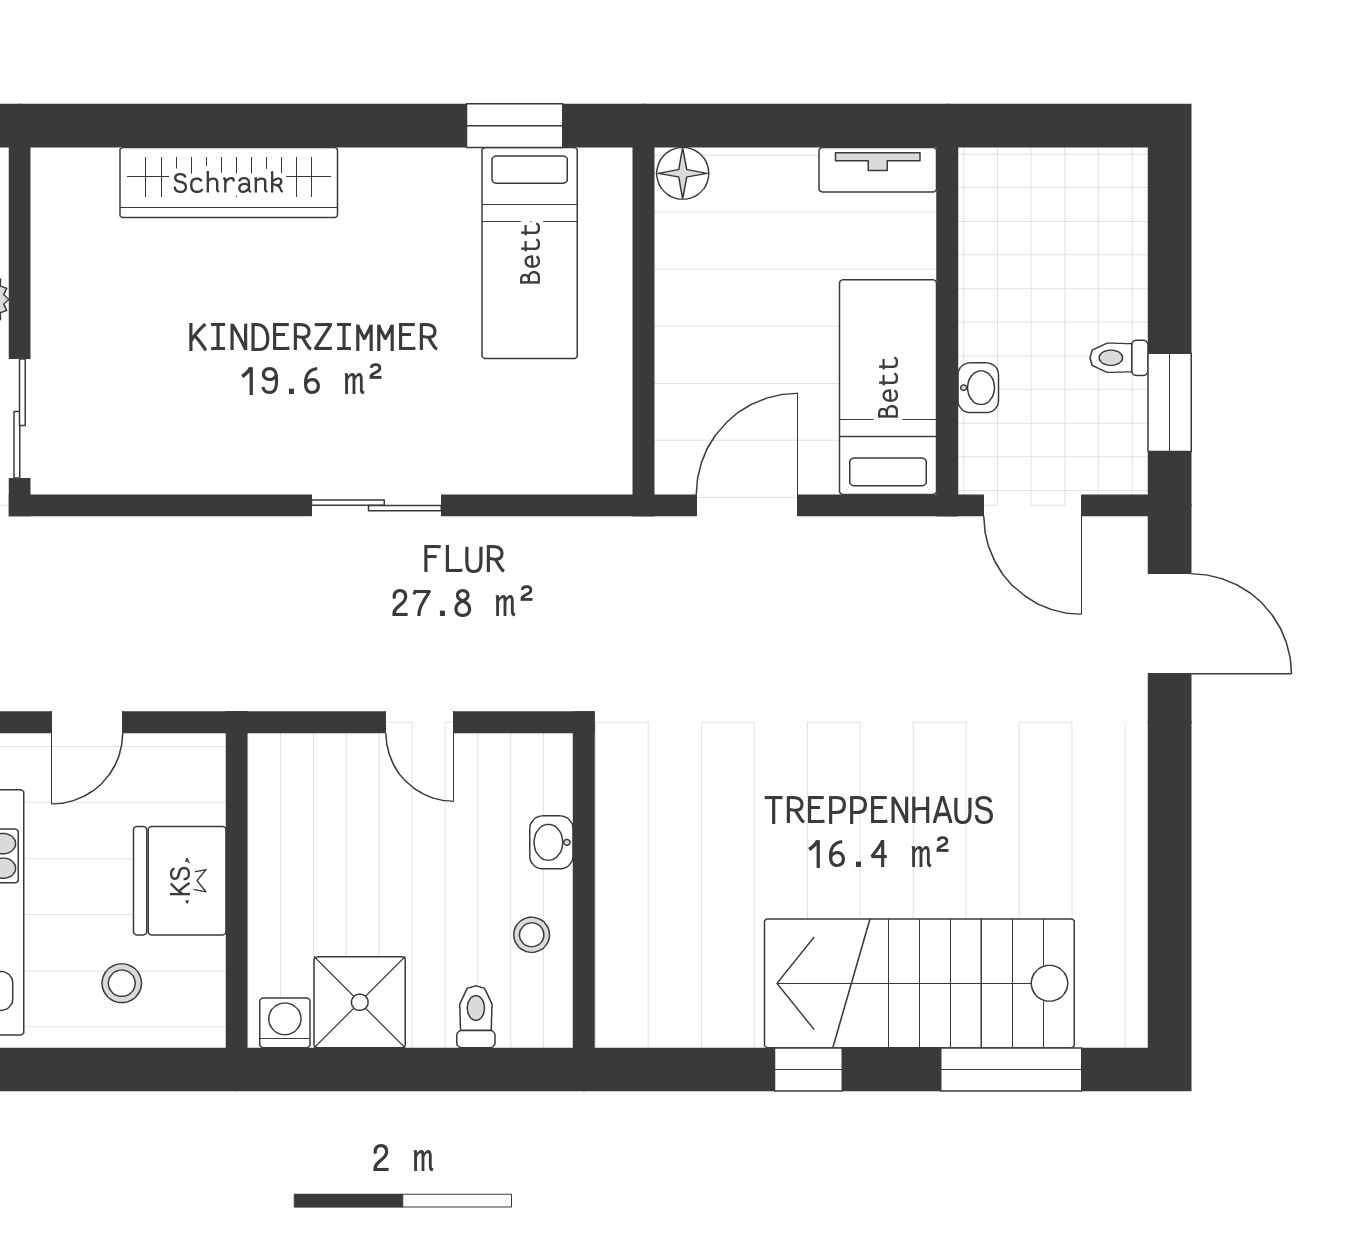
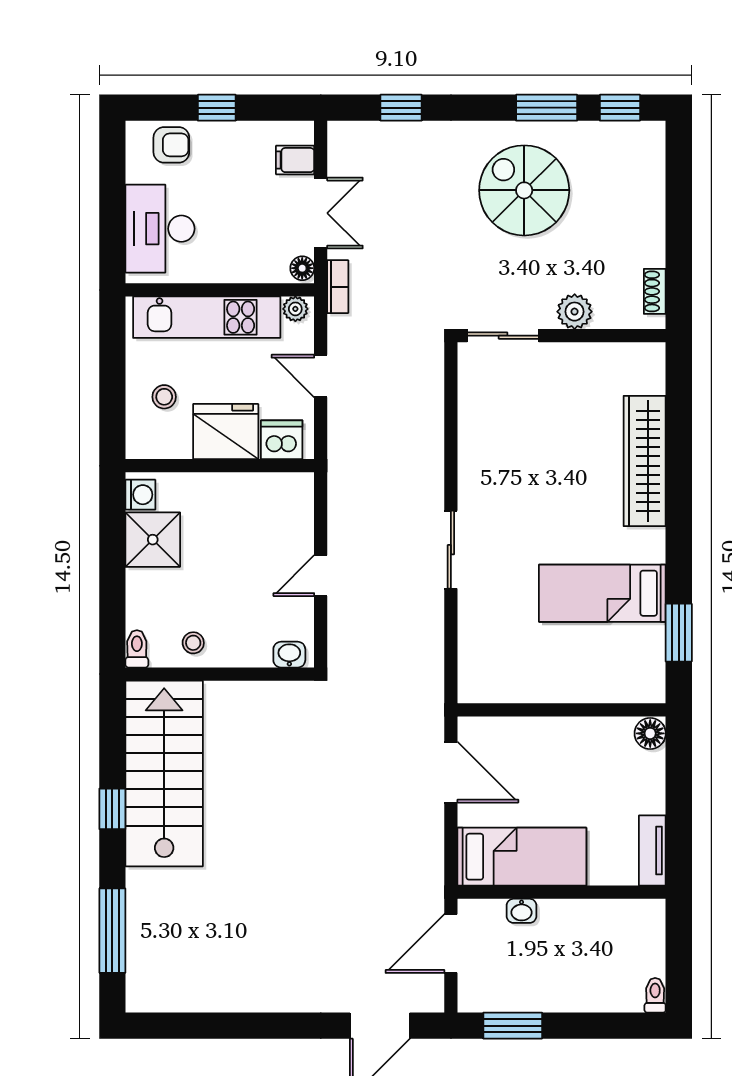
bed: (530, 253) -> (602, 593), moved
toilet: (1119, 358) -> (655, 995), moved
dishwasher: (193, 787) -> (282, 440), added
washbasin: (551, 842) -> (289, 655), moved
stairs: (919, 983) -> (164, 773), moved
toilet: (476, 1017) -> (137, 649), moved, turned -90

